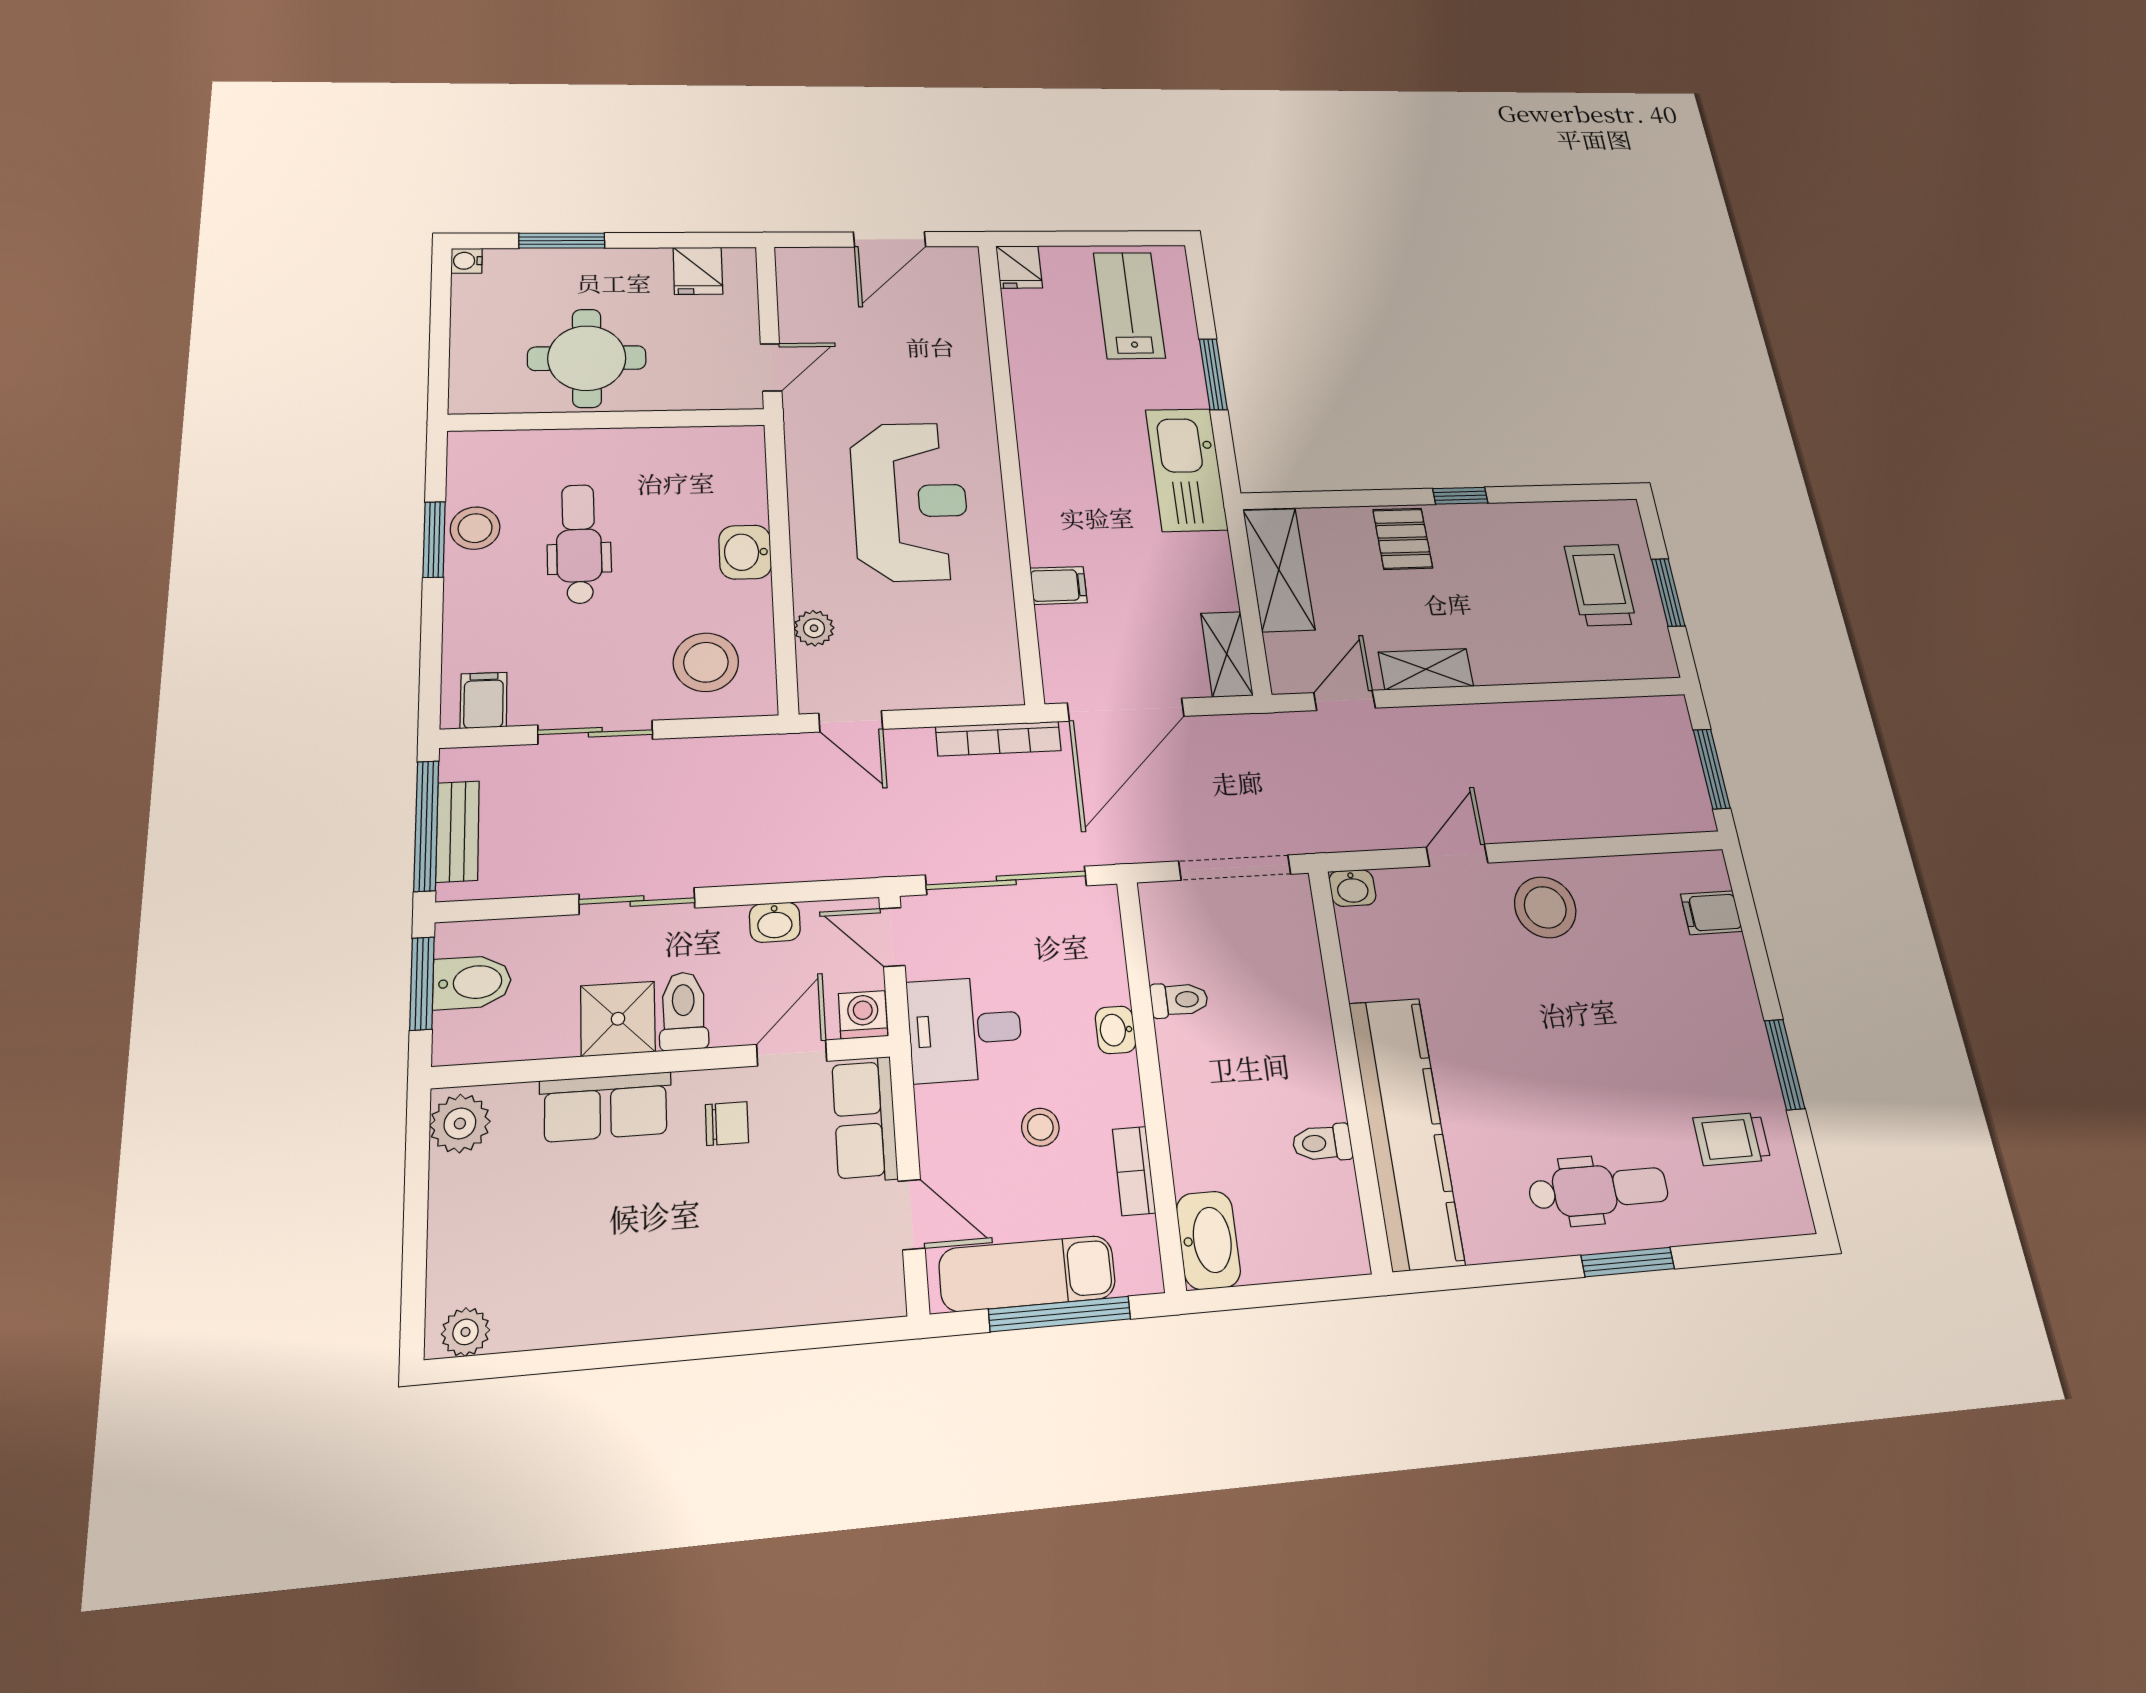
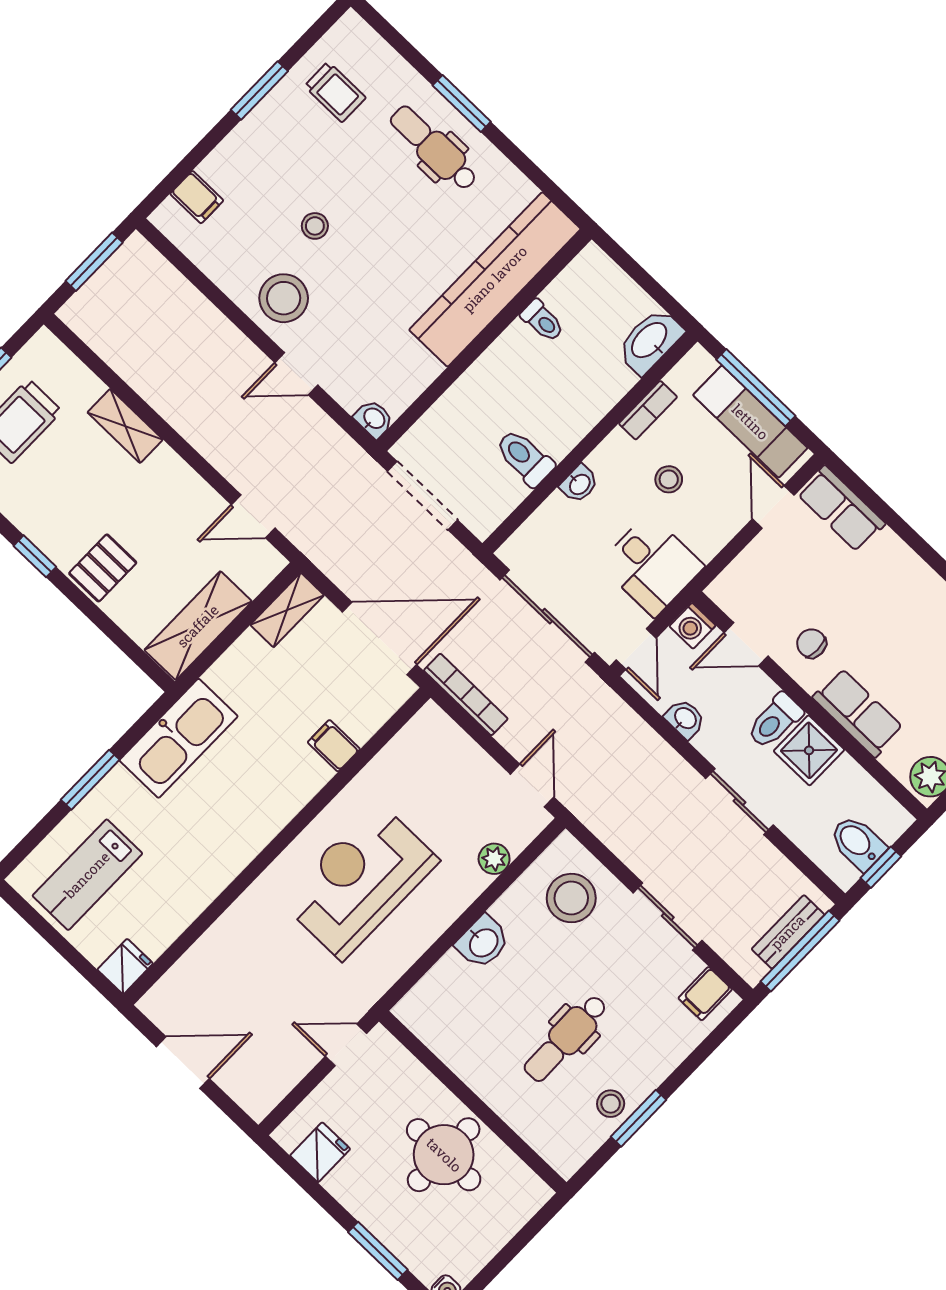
stool: (475, 528) -> (611, 1104), width x0.73, depth x0.73
shelving: (1426, 669) -> (125, 426), moved
window: (422, 983) -> (881, 867), width x0.67
stool: (1600, 999) -> (315, 226), added
toilet: (1179, 1000) -> (525, 458), width x1.37, depth x1.39
row of seats: (865, 1119) -> (841, 509), moved, turned 90

